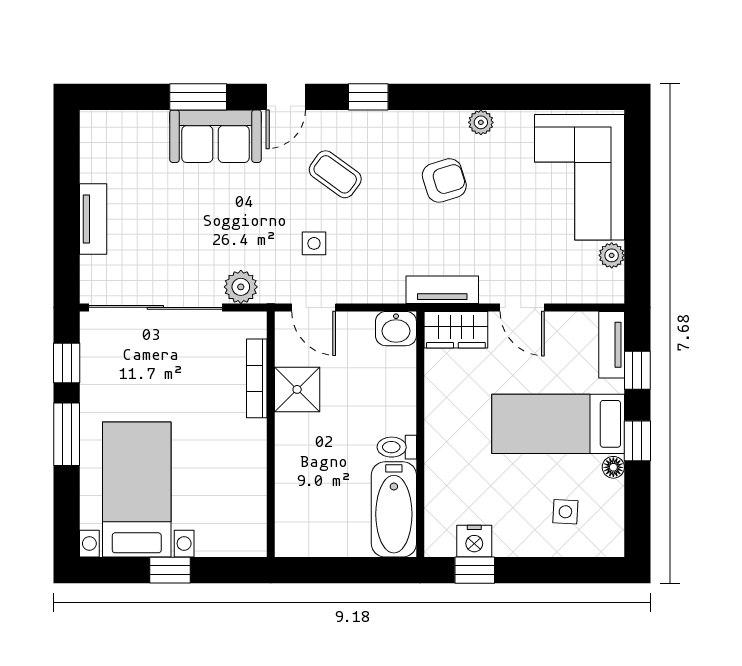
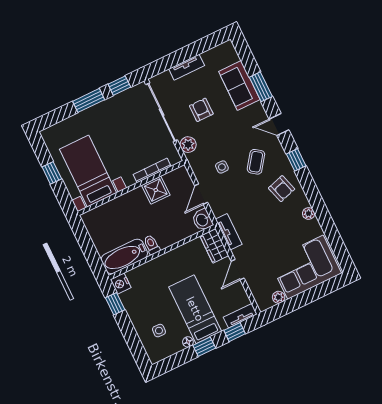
sofa: (216, 136) -> (239, 86), moved
armchair: (444, 180) -> (282, 189), moved
armchair: (187, 230) -> (201, 110), added
door: (314, 307) -> (201, 194), moved
bed with nightstands: (137, 489) -> (88, 171), moved, turned -90
nightstand: (474, 541) -> (121, 283), moved

